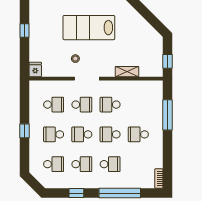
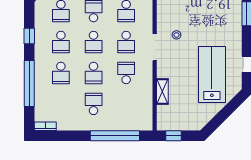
lab bench: (89, 28) -> (212, 74), moved
window: (167, 115) -> (115, 136), width x1.46
school desk: (82, 134) -> (94, 42), turned 180
school desk: (110, 134) -> (94, 73), turned 180

